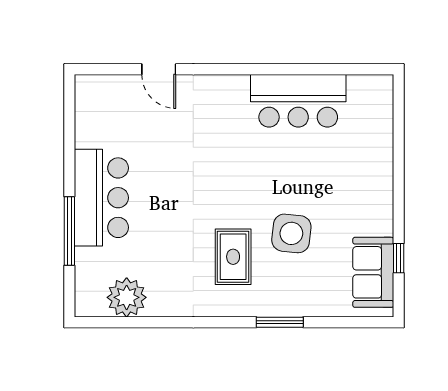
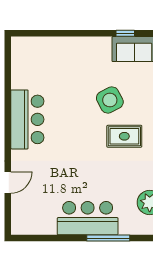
bar counter: (298, 101) -> (27, 119), moved
side table: (291, 233) -> (110, 100), turned -34

